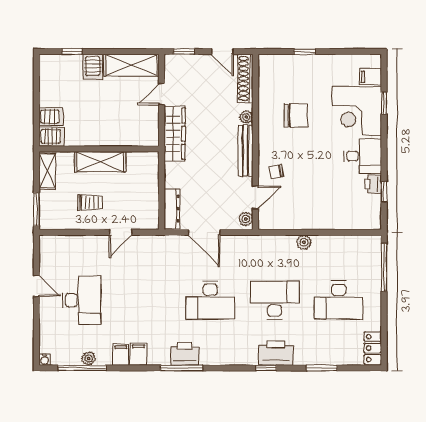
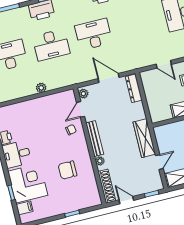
door: (120, 232) -> (164, 64), swing flipped

